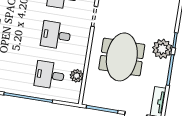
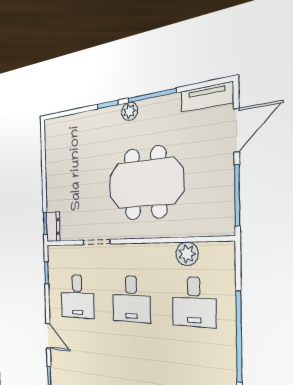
plant: (162, 49) -> (130, 111), width x0.53, depth x0.53

